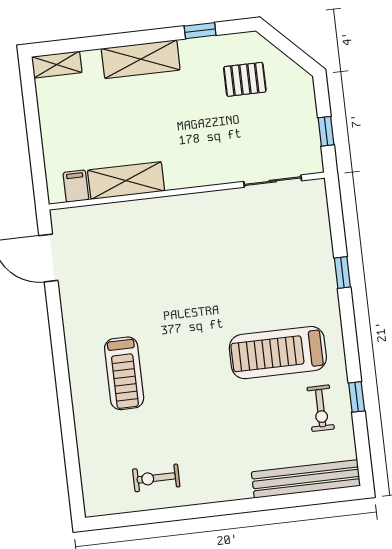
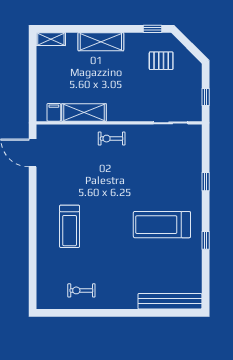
window: (200, 31) -> (152, 29), moved
window: (357, 397) -> (206, 240), moved
exercise bike: (321, 408) -> (112, 139), moved, turned 90

